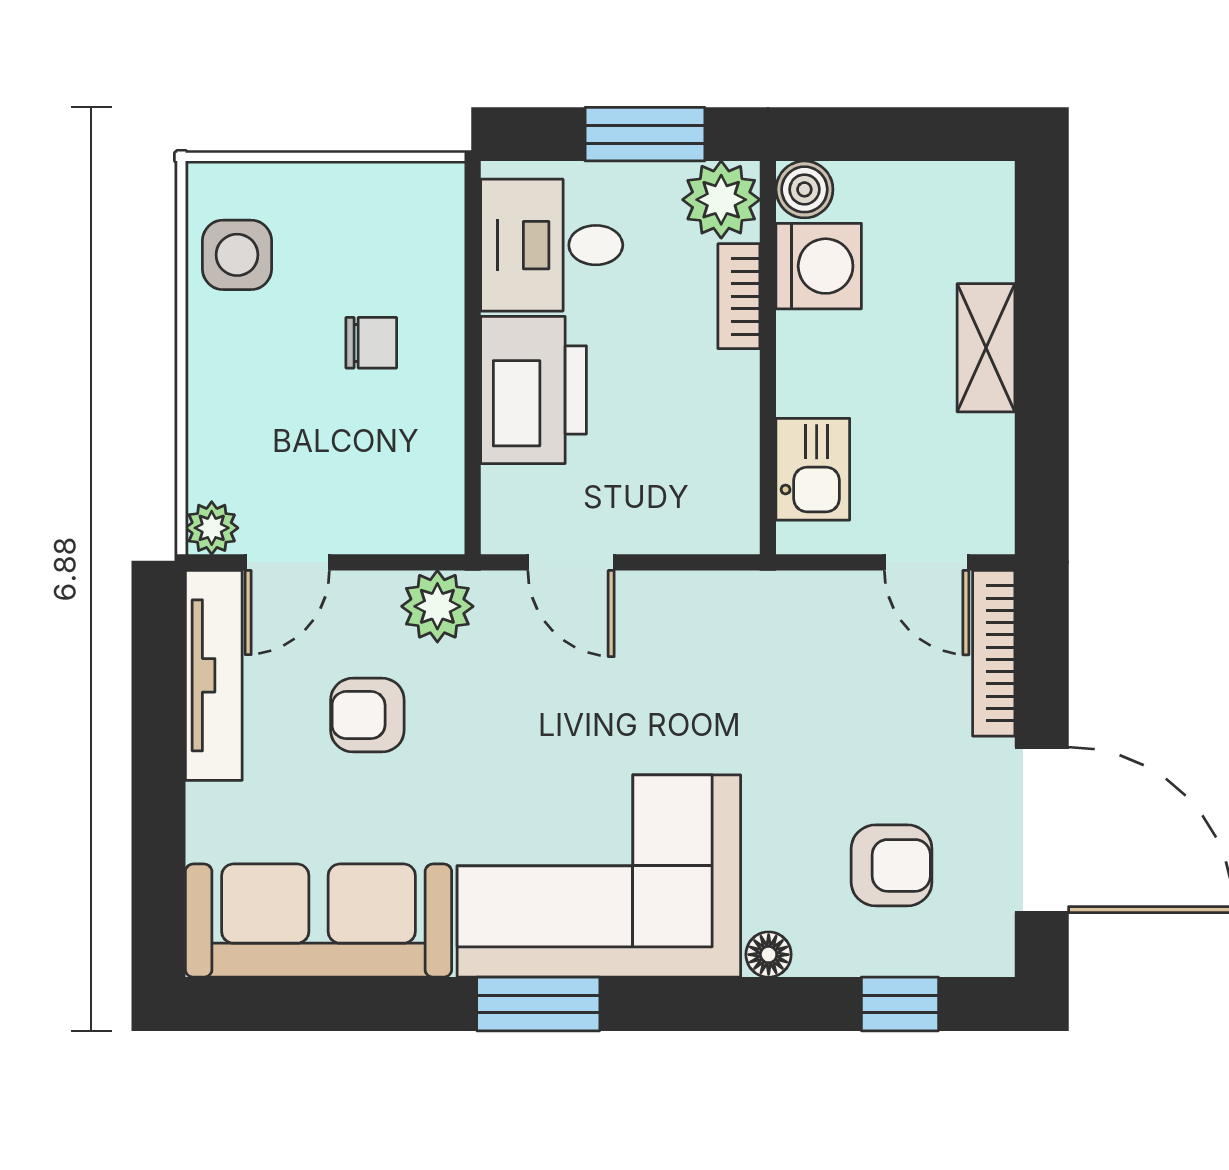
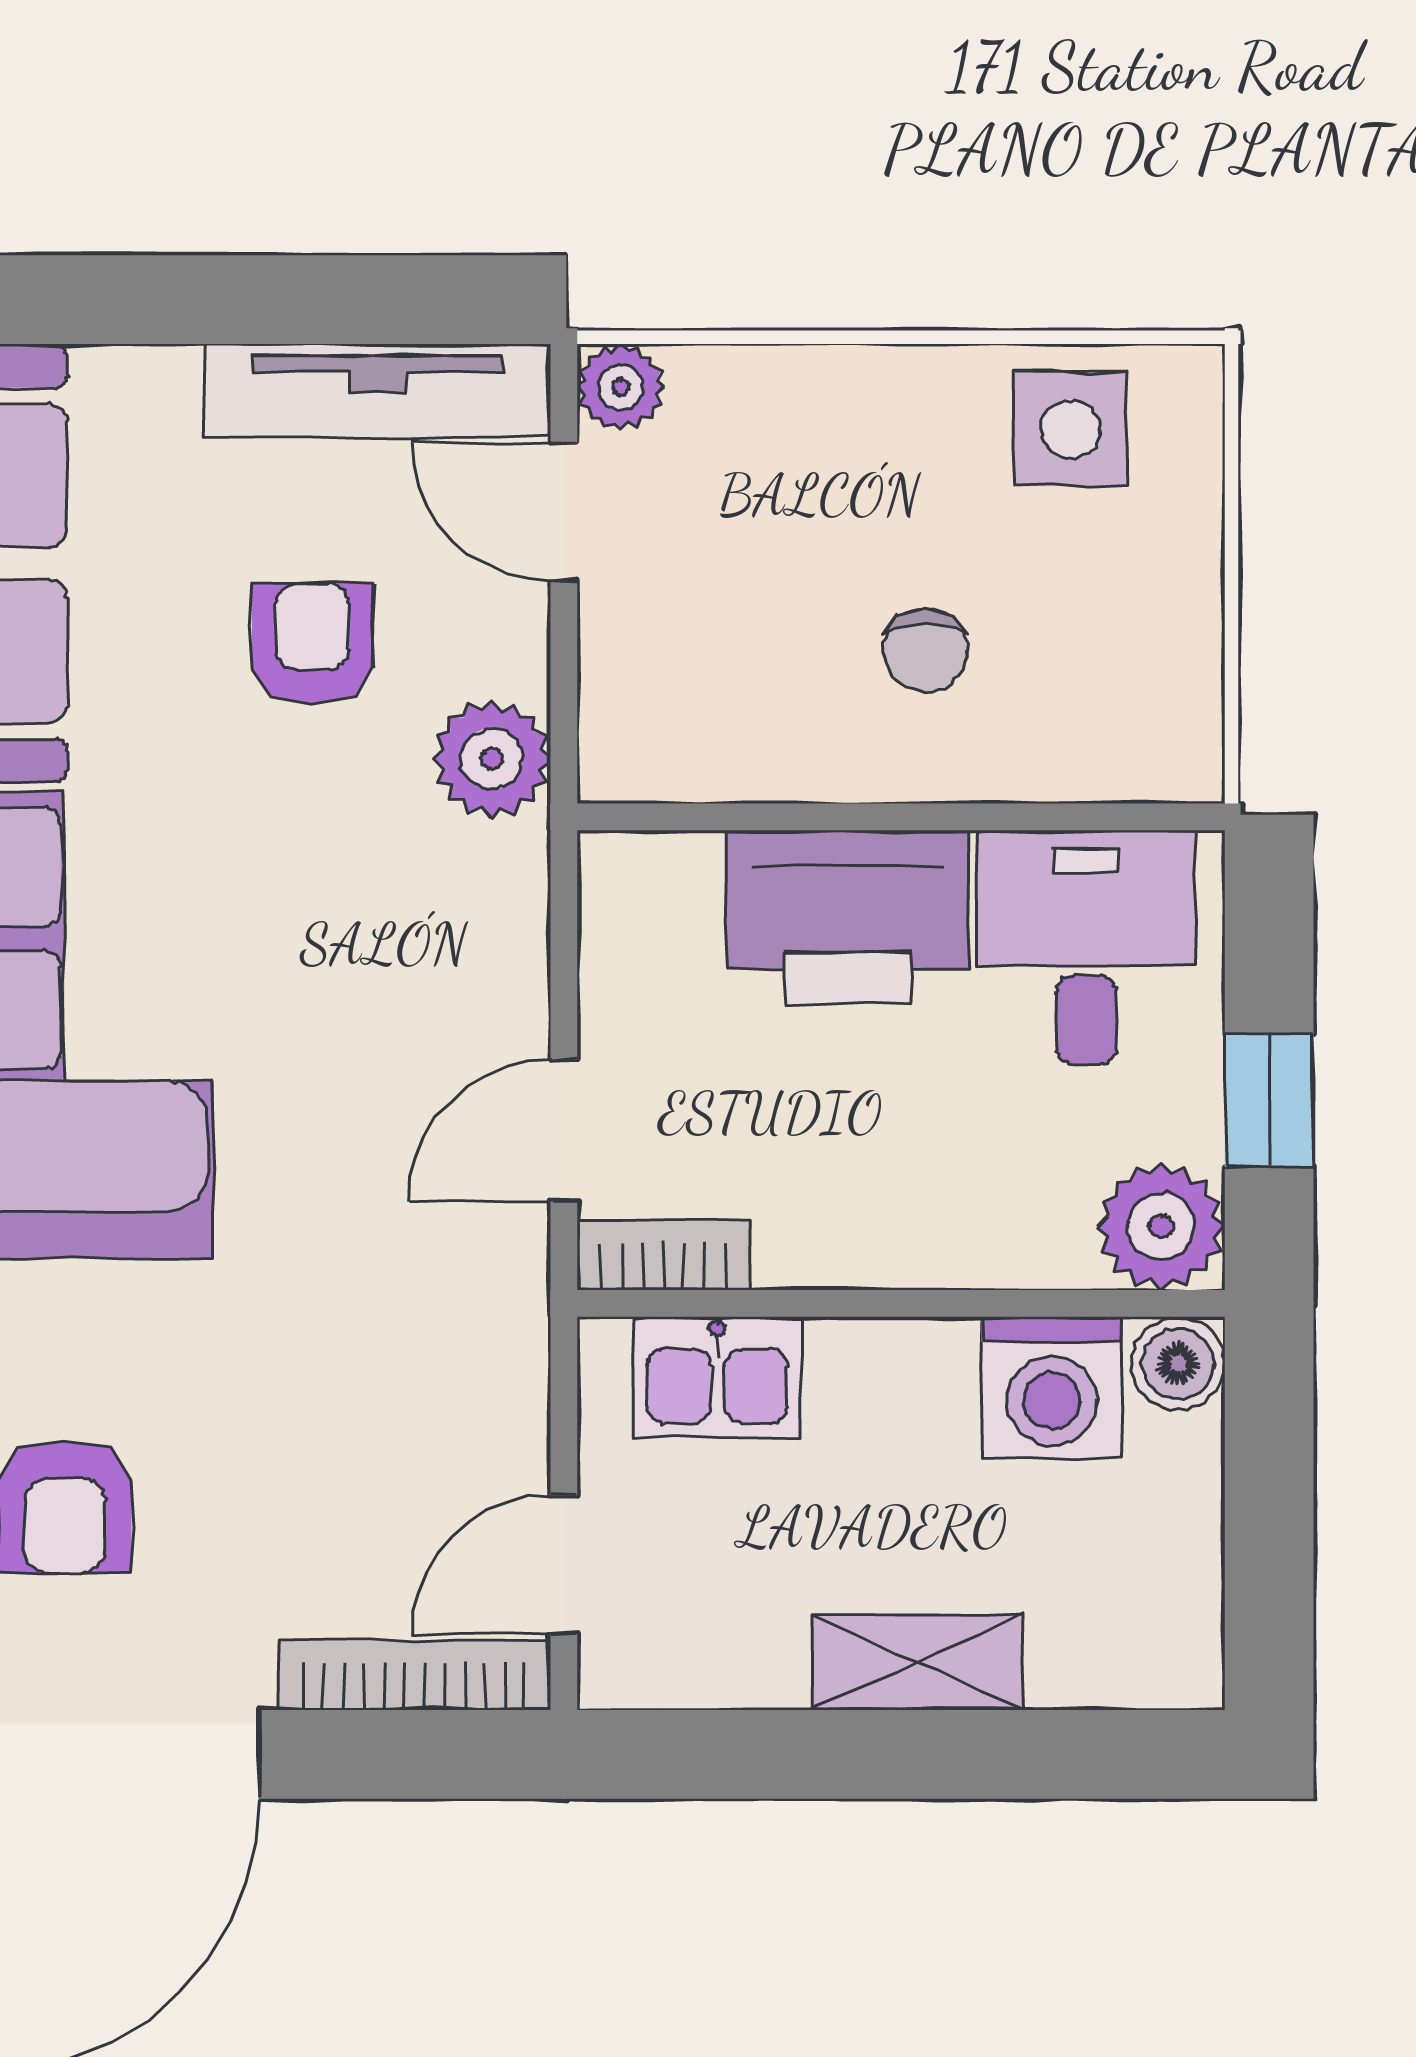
window: (645, 134) -> (1269, 1101), width x0.67
bookcase: (739, 296) -> (664, 1256), moved
door: (571, 562) -> (564, 1131), moved

